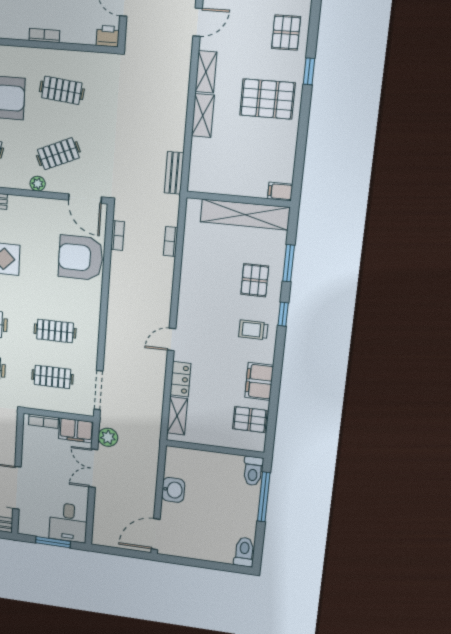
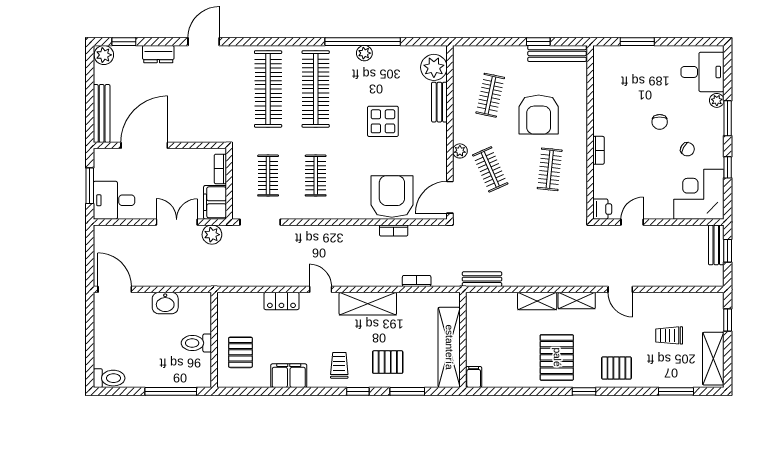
bookcase: (118, 236) -> (394, 231), moved
shelving: (177, 416) -> (368, 304), moved, width x1.50, depth x1.33
pallet: (250, 420) -> (240, 352), moved
toilet: (253, 471) -> (196, 343), moved

